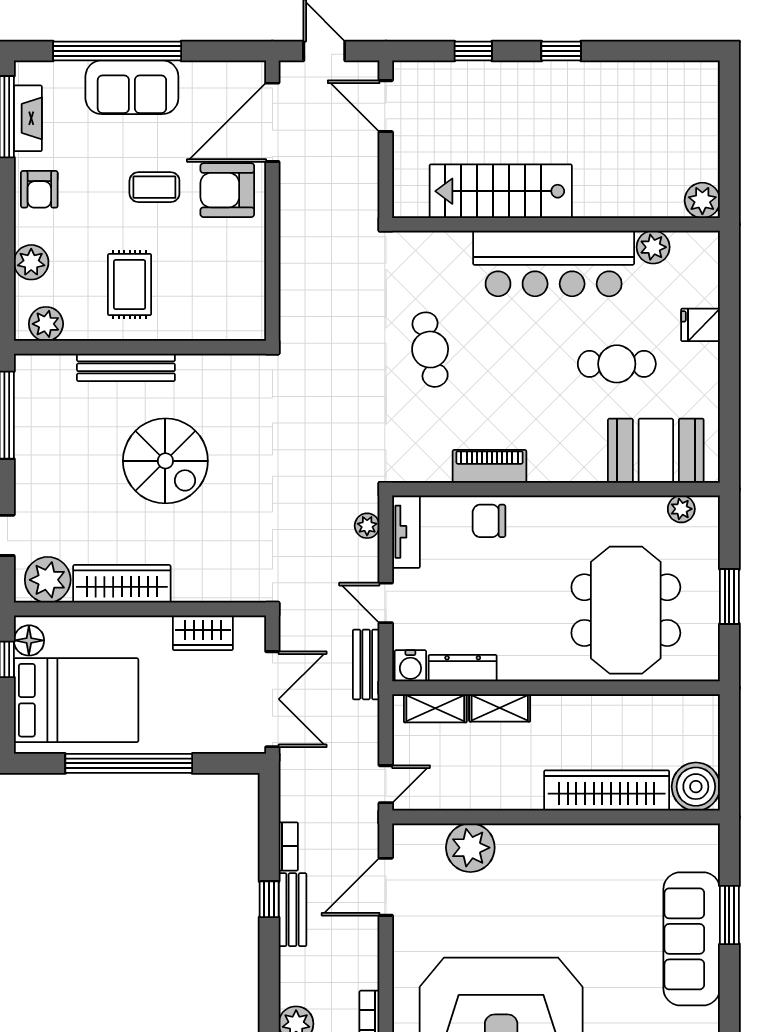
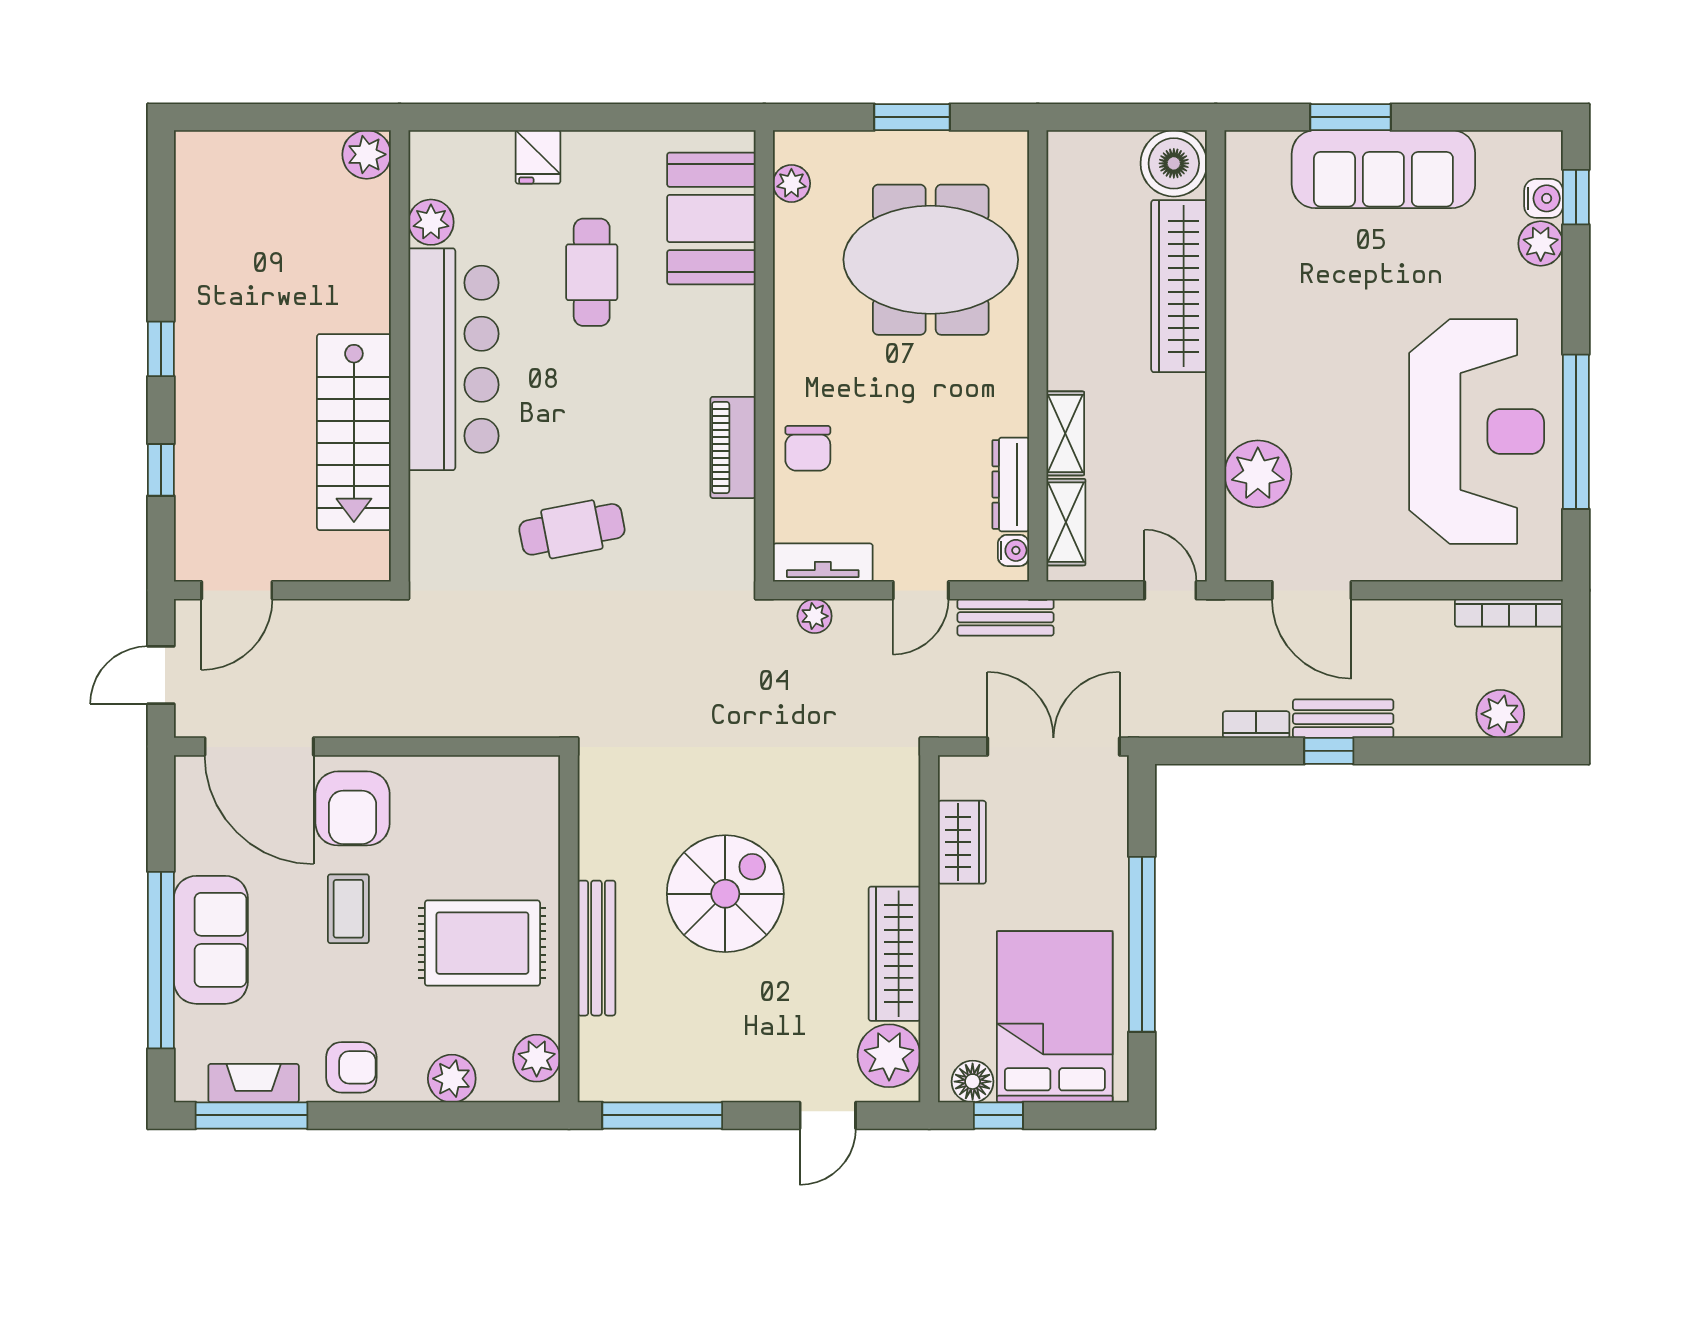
rug: (130, 285) -> (482, 943), width x1.36, depth x1.43
water cooler: (410, 666) -> (1013, 550), width x0.72, depth x0.72

